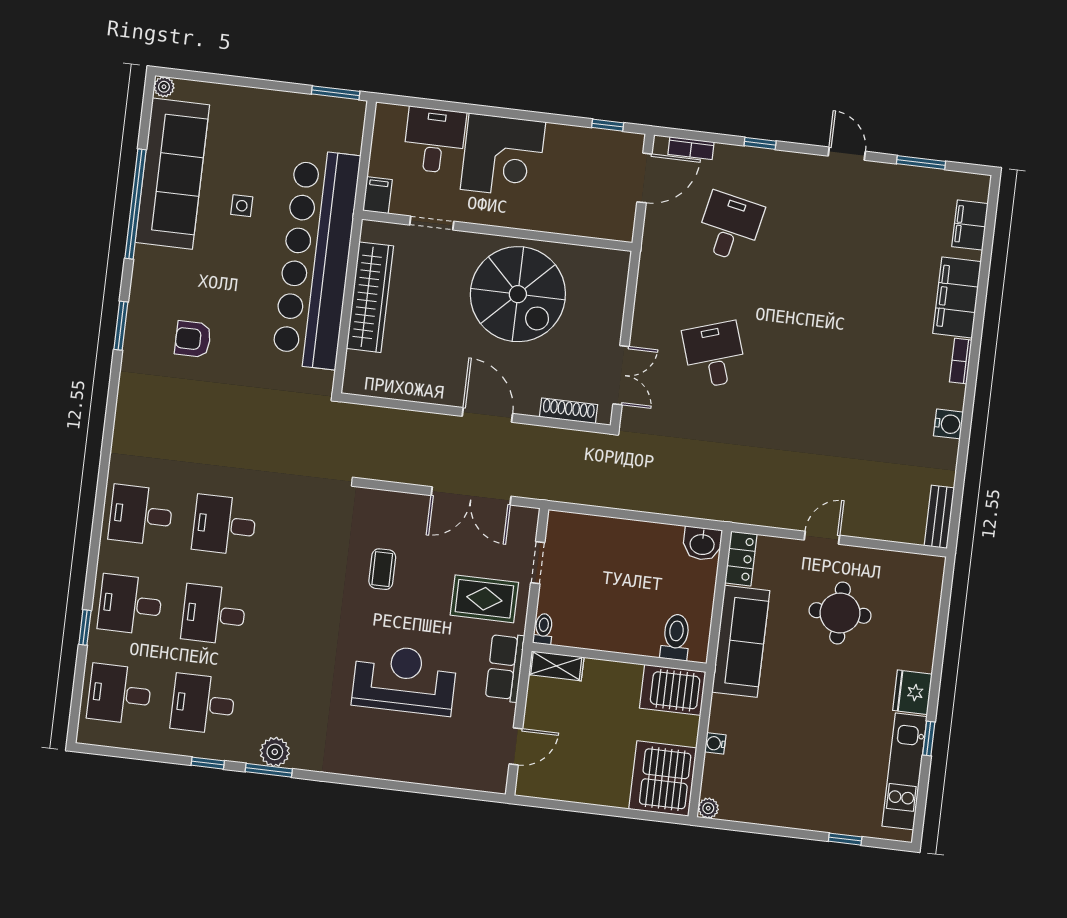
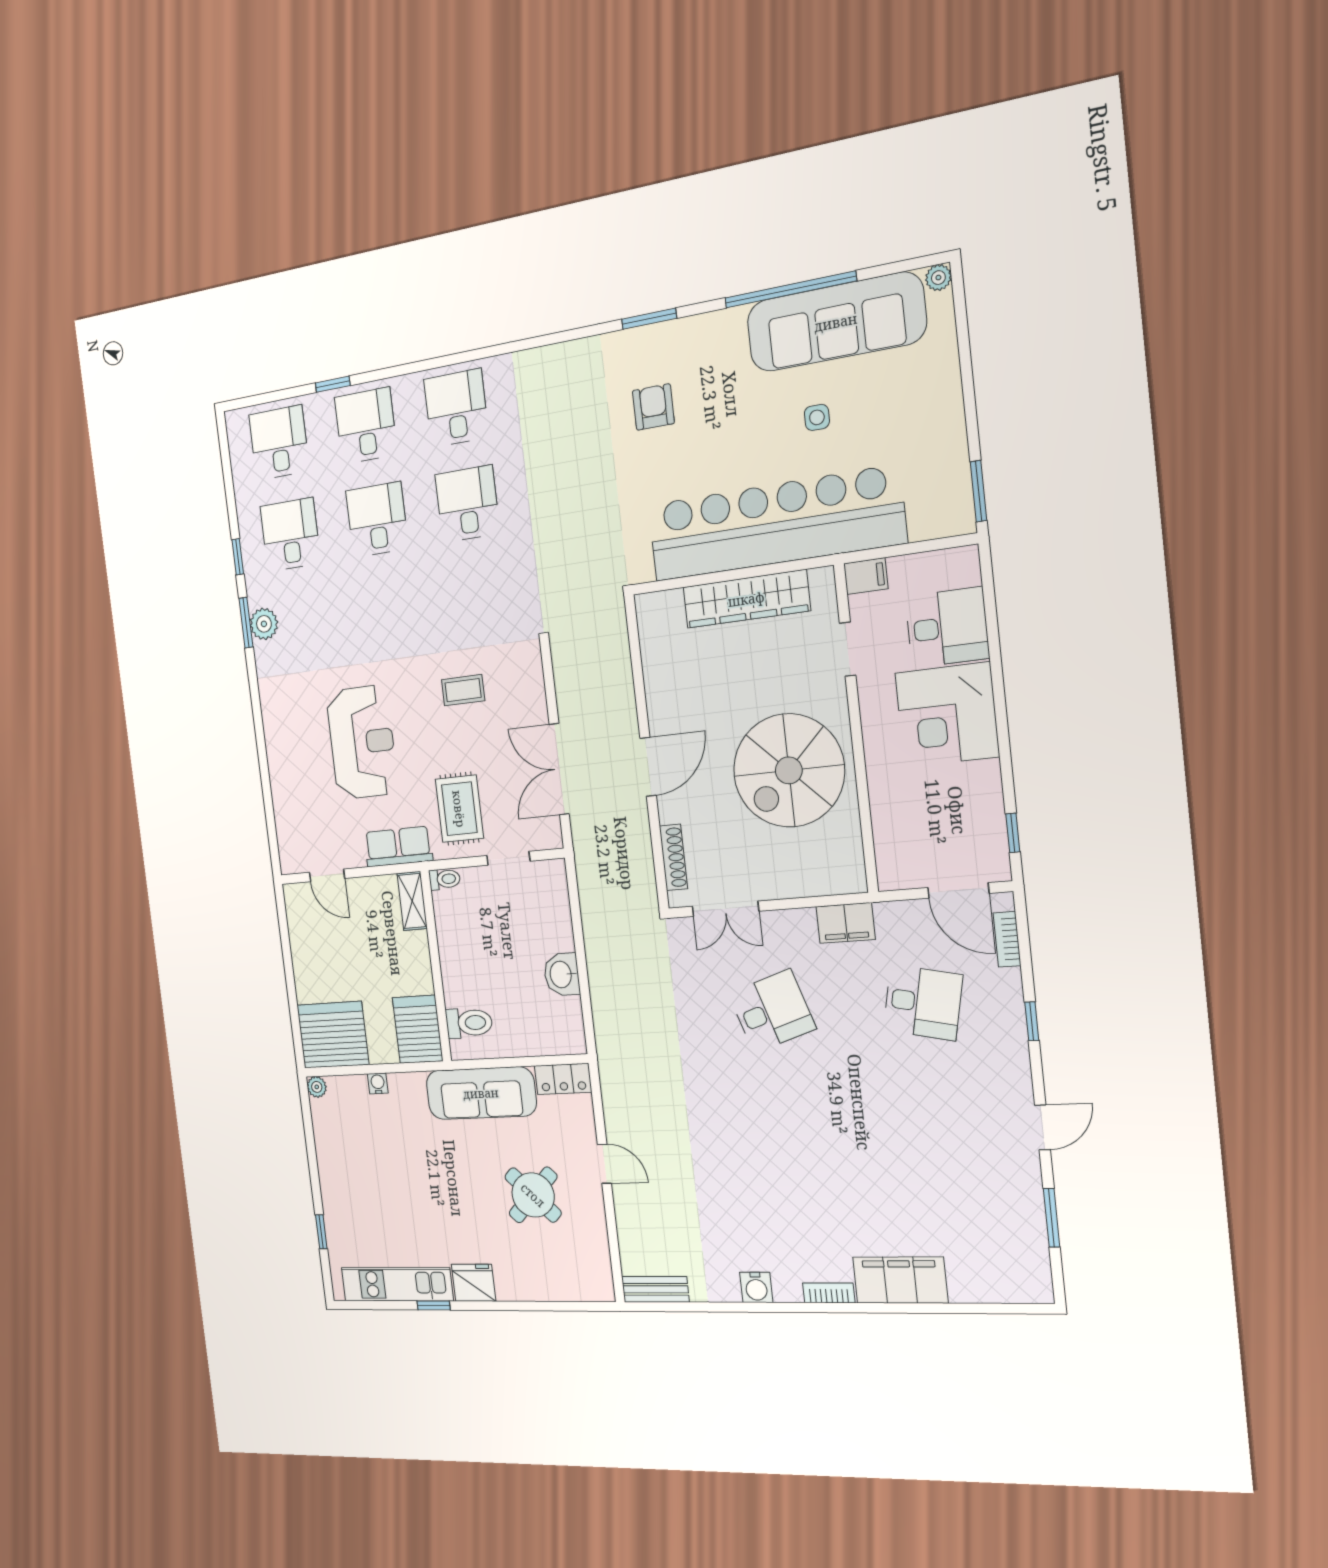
filing cabinet: (970, 225) -> (846, 923), moved, turned 180
washbasin: (702, 544) -> (562, 974), moved
round table: (840, 613) -> (533, 1195), turned 45

